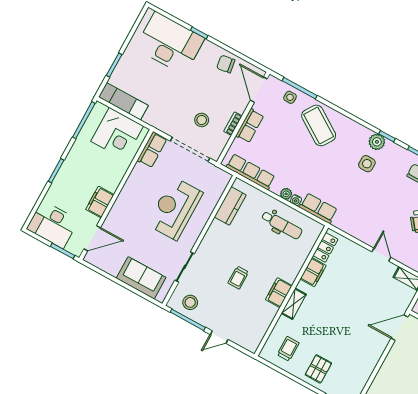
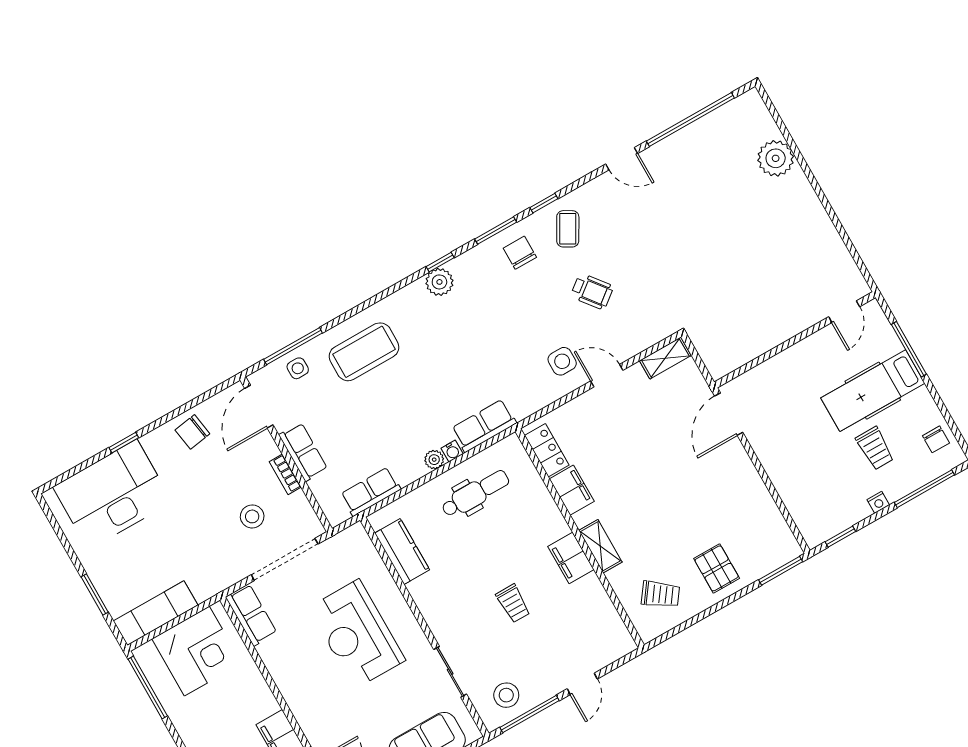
door: (259, 90) -> (259, 407), hinge flipped
coffee table: (319, 125) -> (364, 352), turned -33
side table: (367, 164) -> (562, 361), moved
row of seats: (250, 172) -> (371, 492), width x0.68
trolley: (288, 349) -> (660, 594), turned 126

